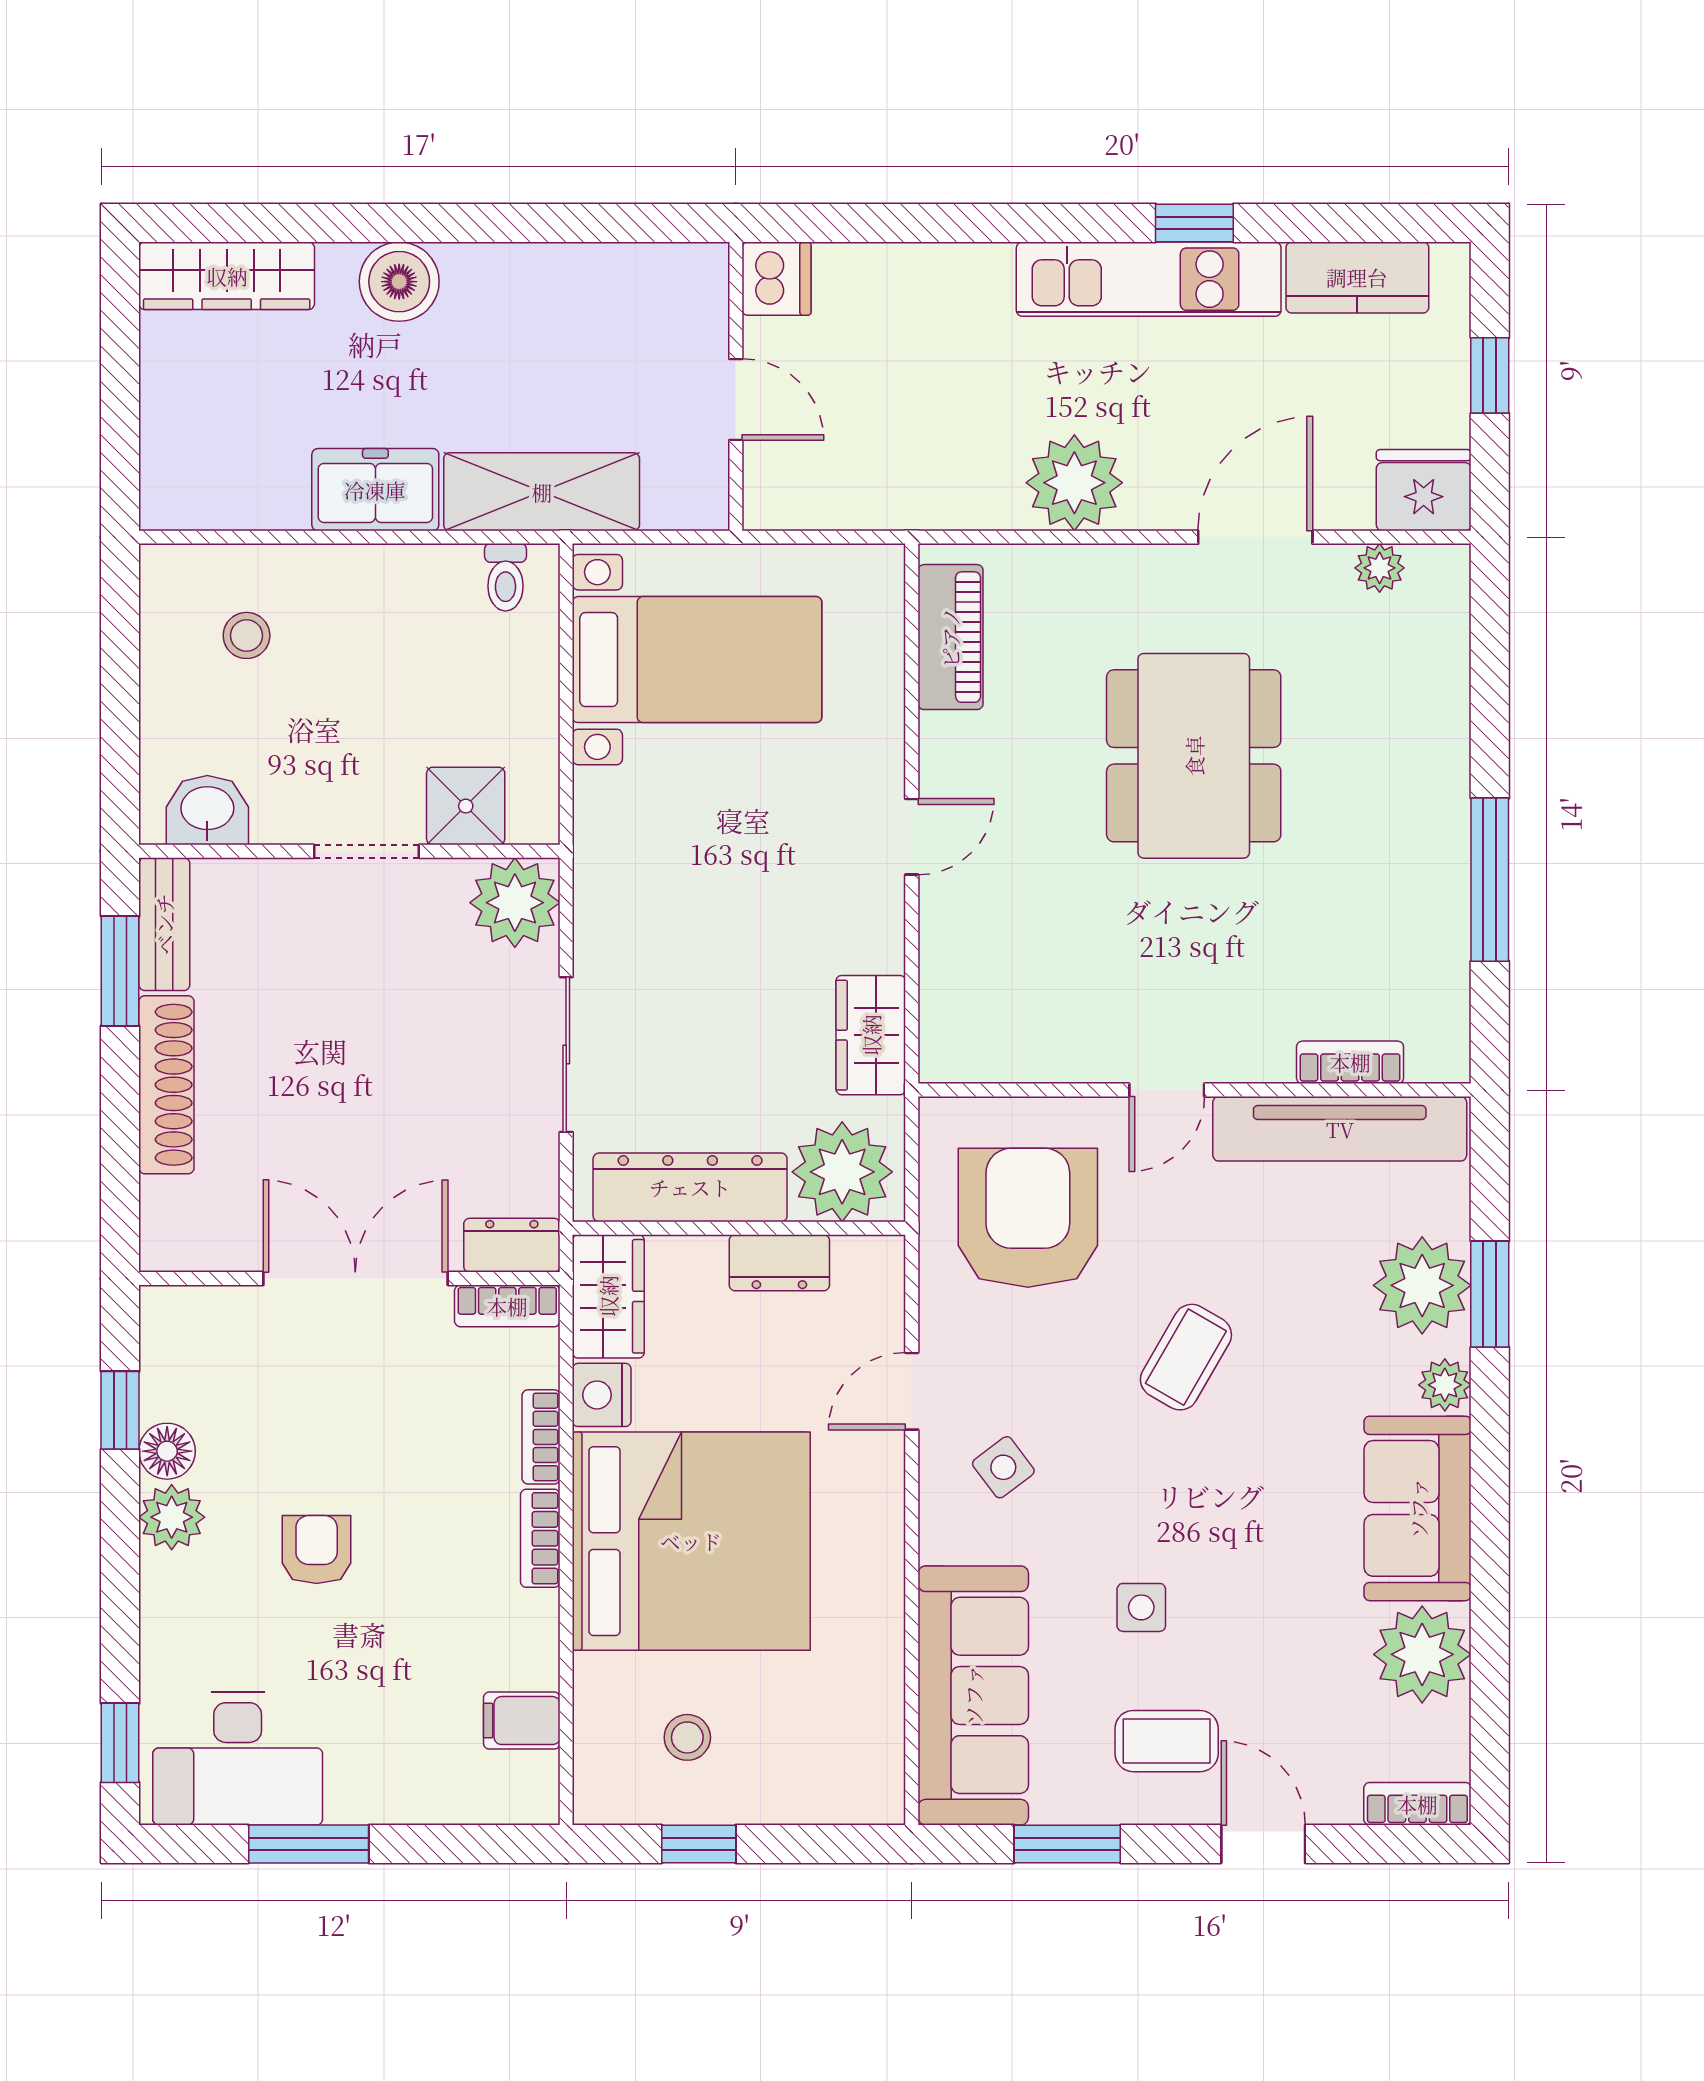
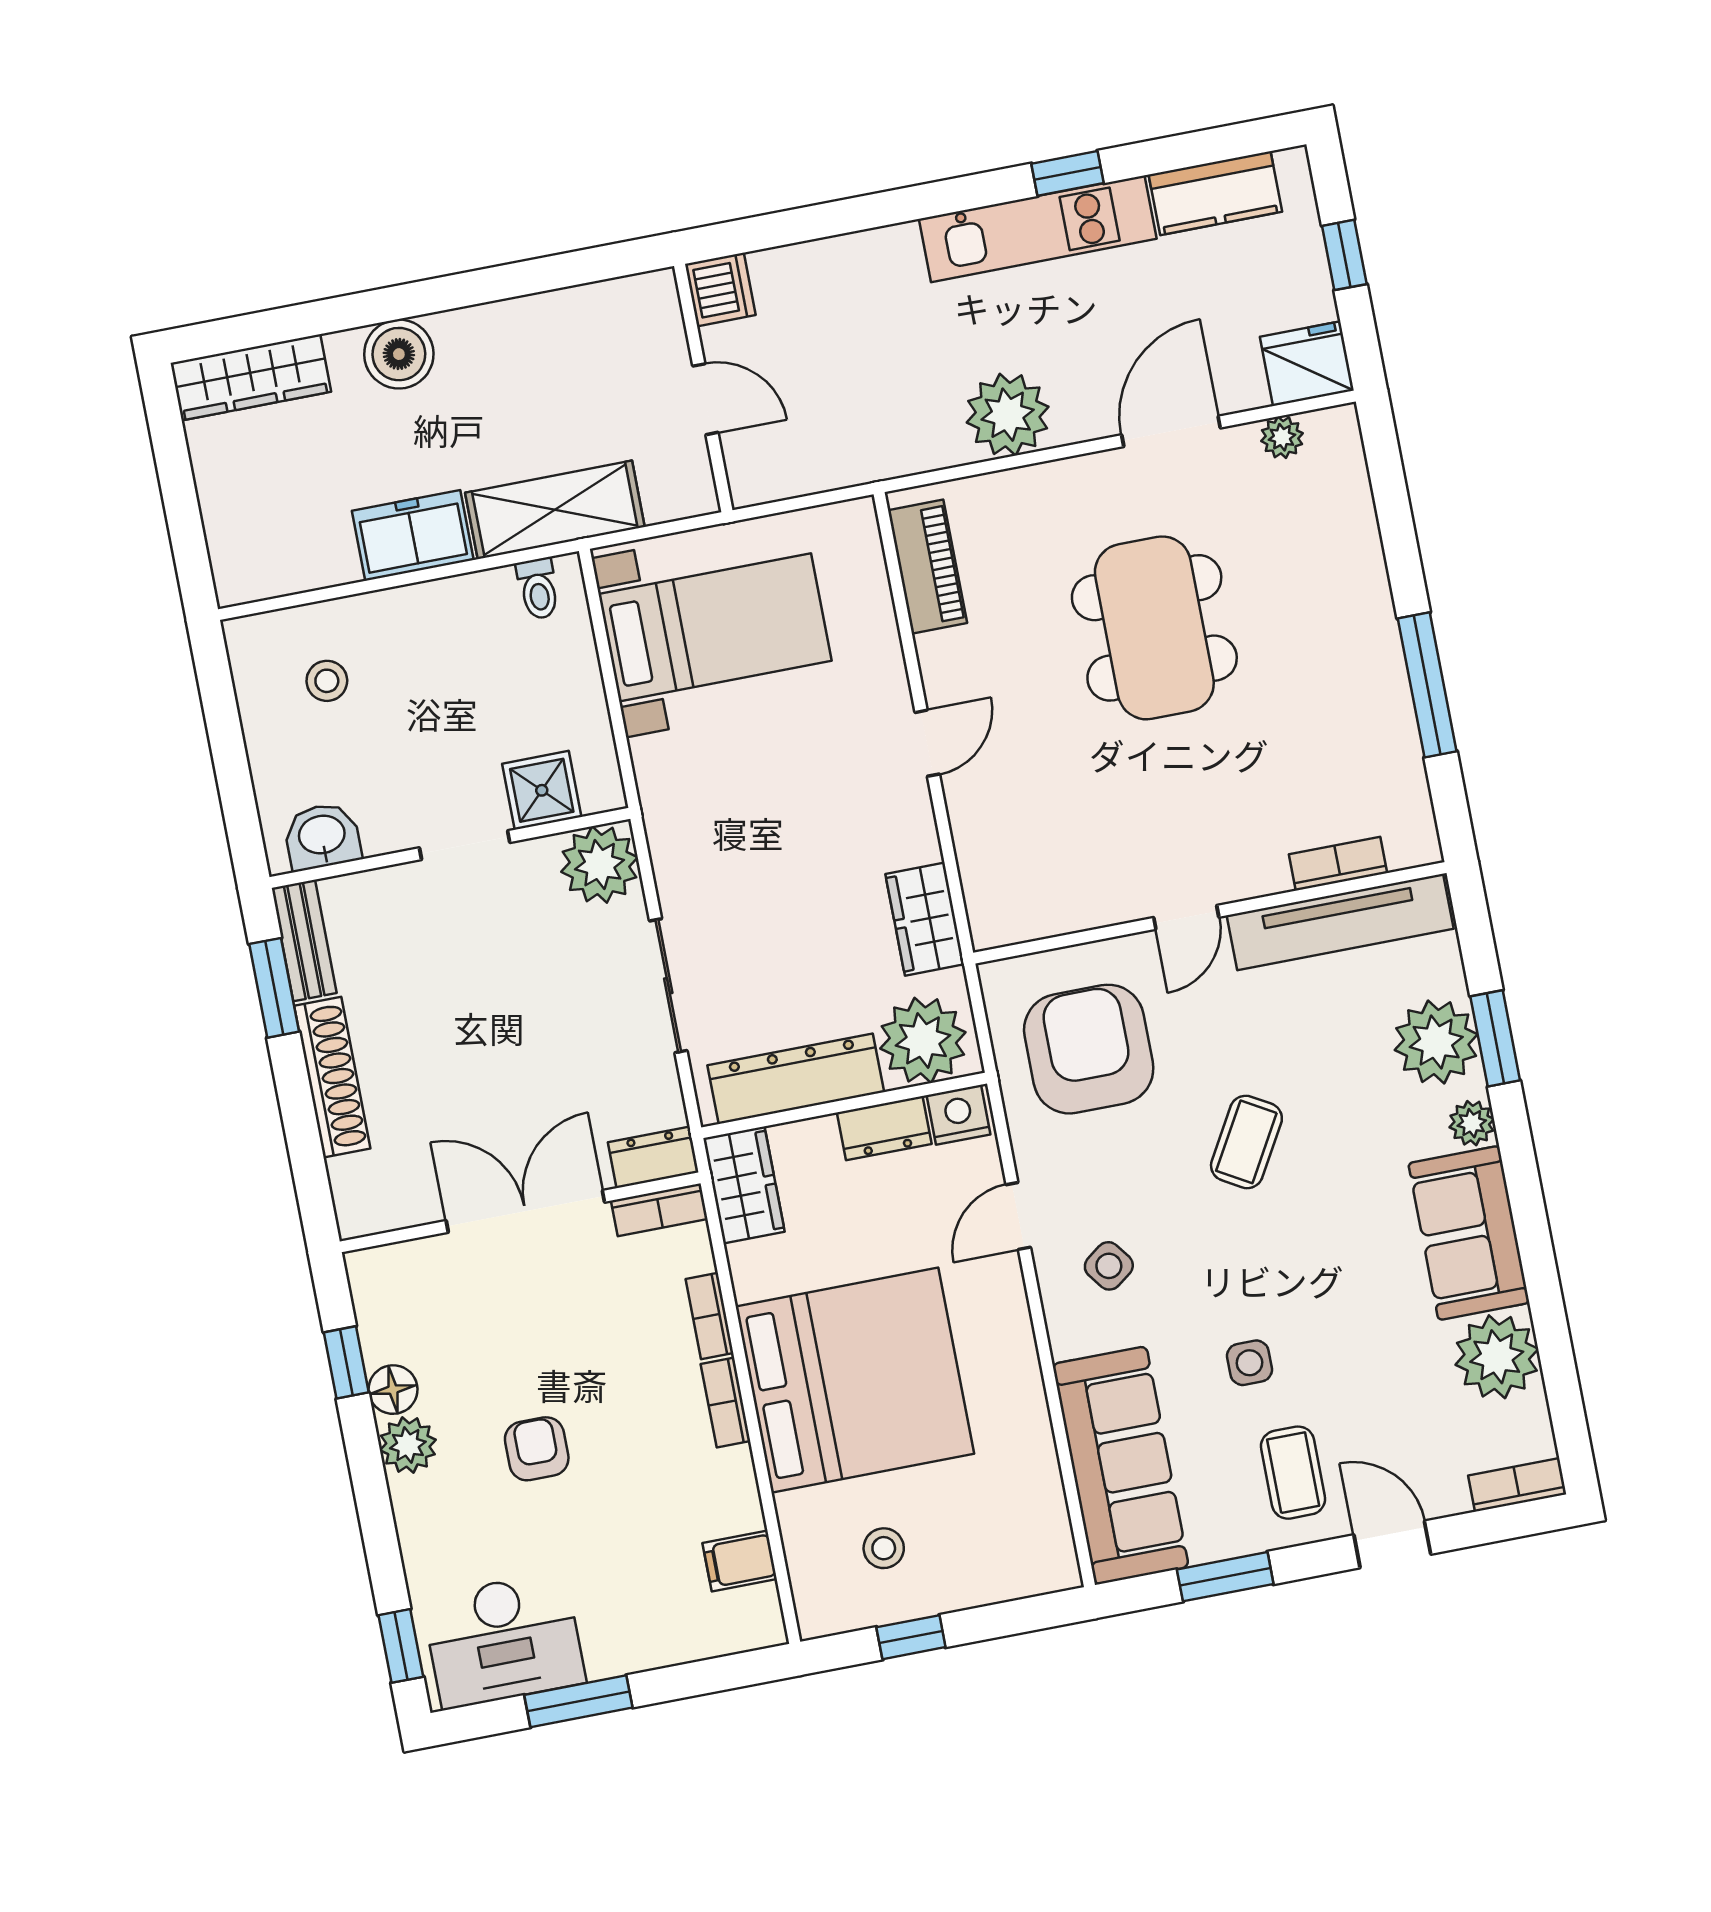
nightstand: (602, 1395) -> (959, 1115), moved, turned 90
coffee table: (1167, 1741) -> (1293, 1473), turned 90

